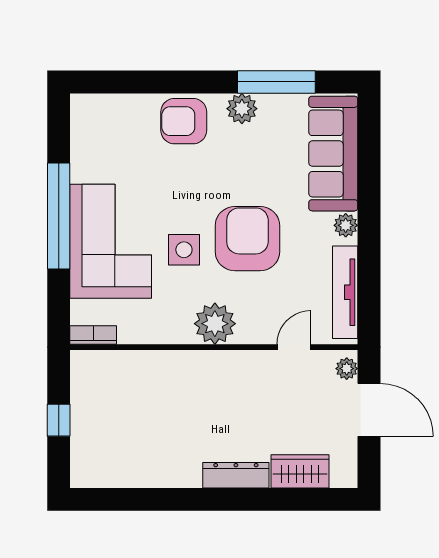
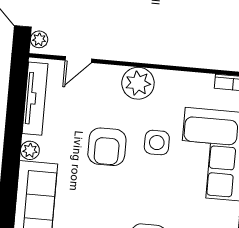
armchair: (247, 239) -> (107, 147), width x0.73, depth x0.73

